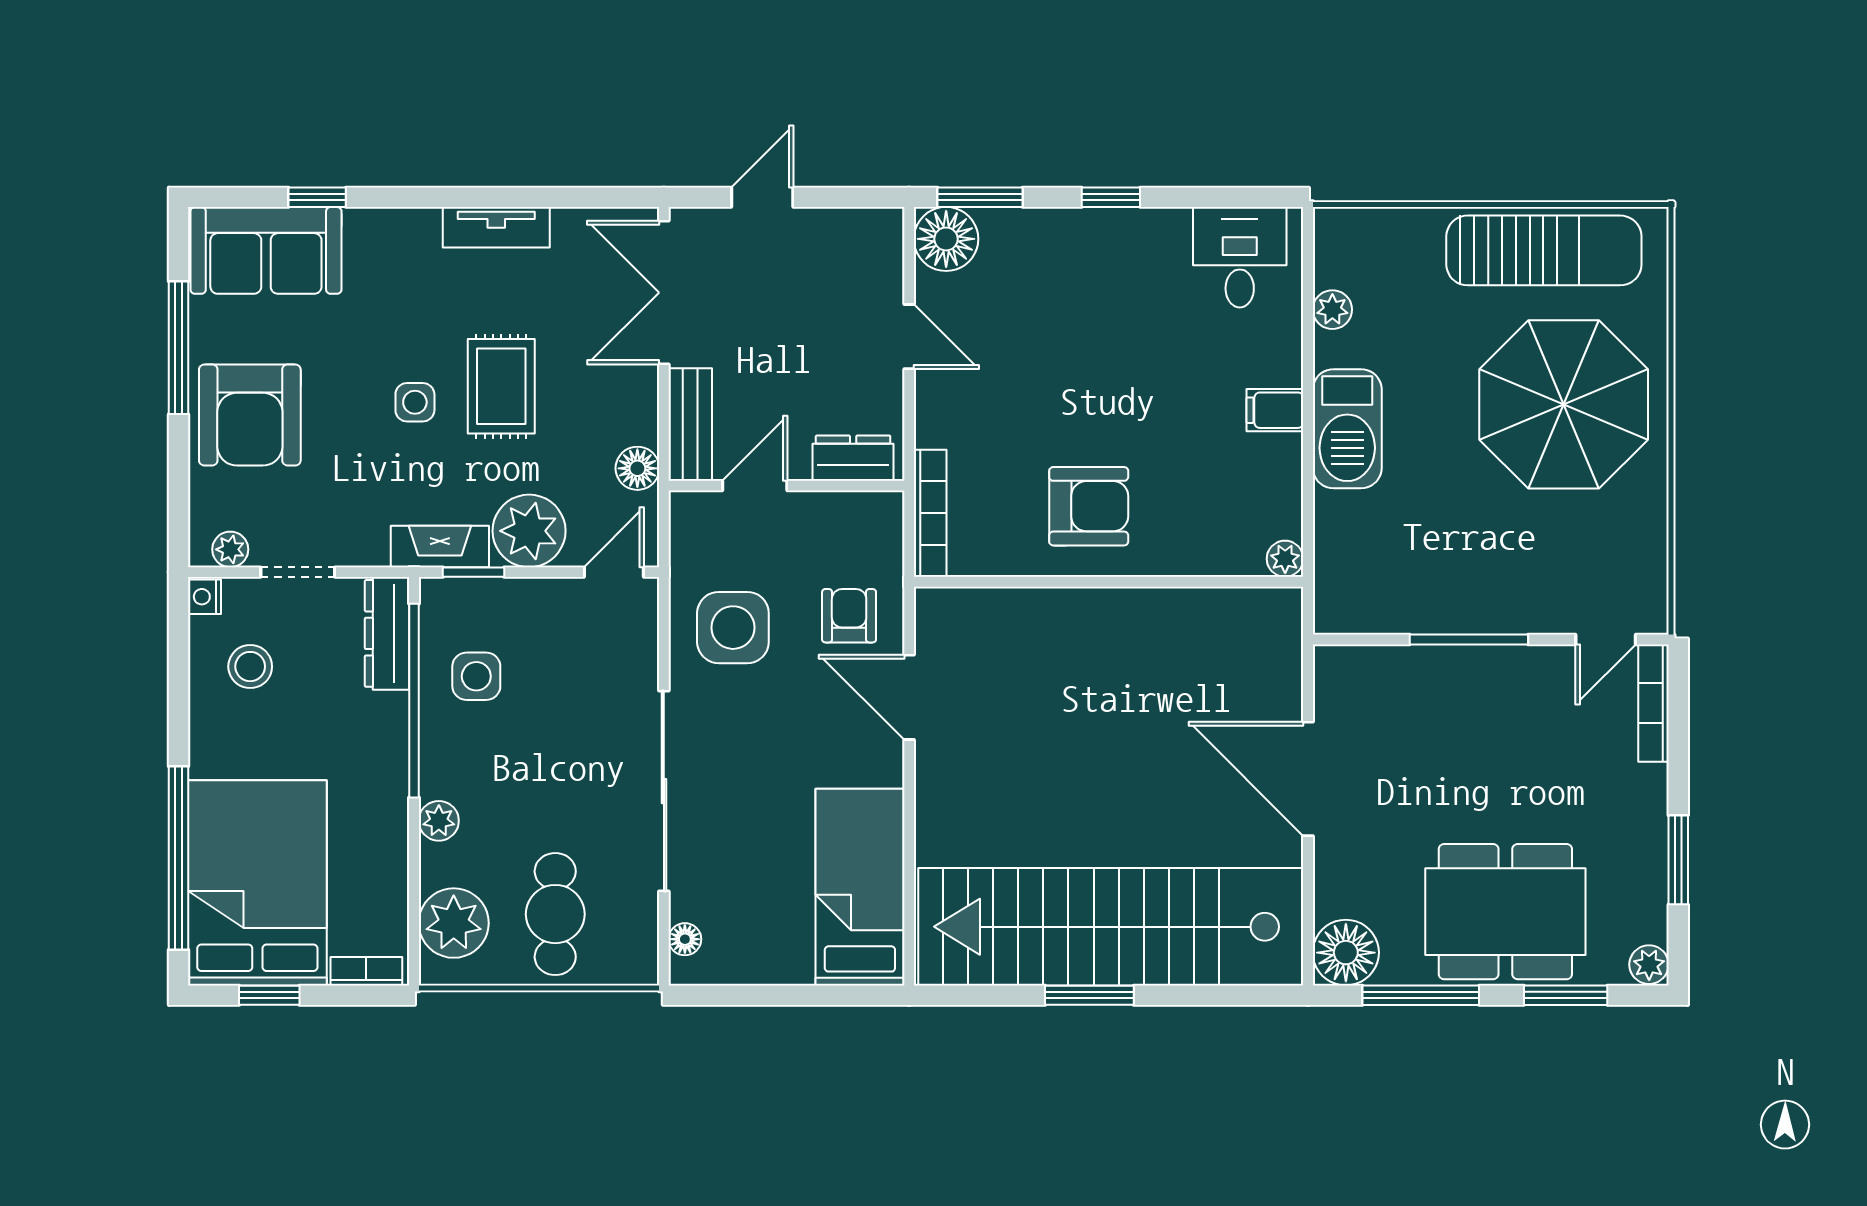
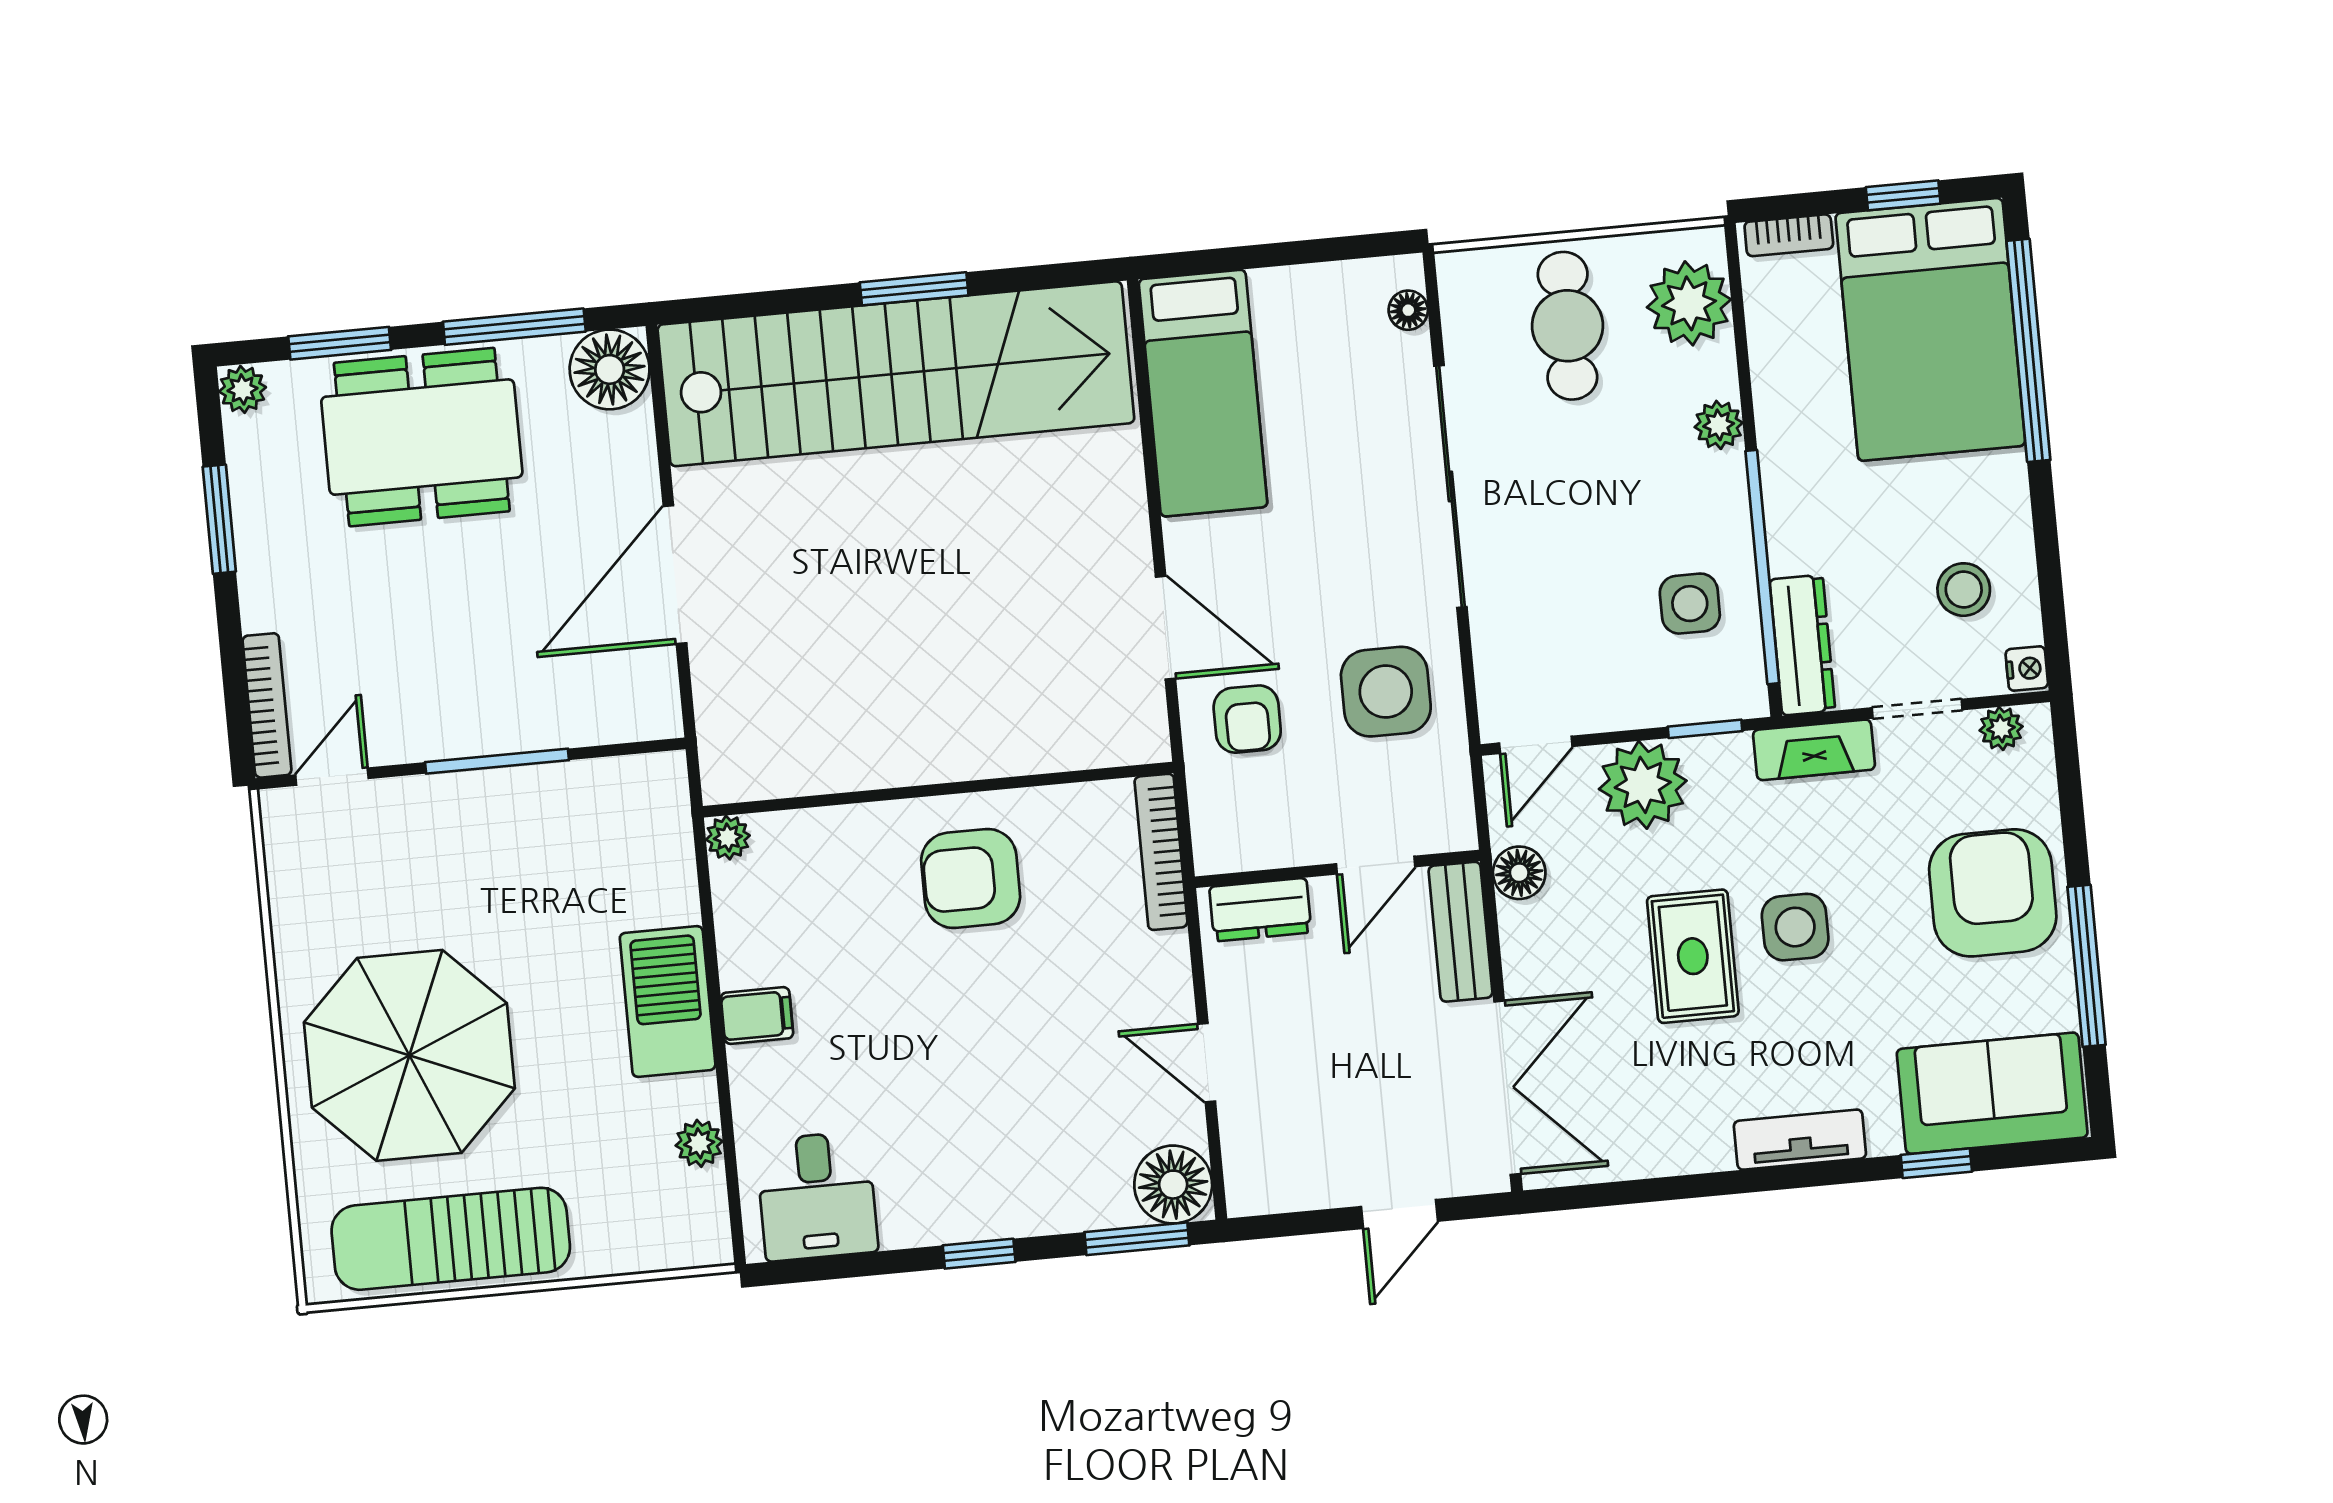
tv unit: (496, 227) -> (1800, 1140), moved
side table: (415, 402) -> (1795, 927), width x1.37, depth x1.37
fireplace: (440, 546) -> (1814, 750), moved
door: (1308, 779) -> (675, 575), swing flipped

